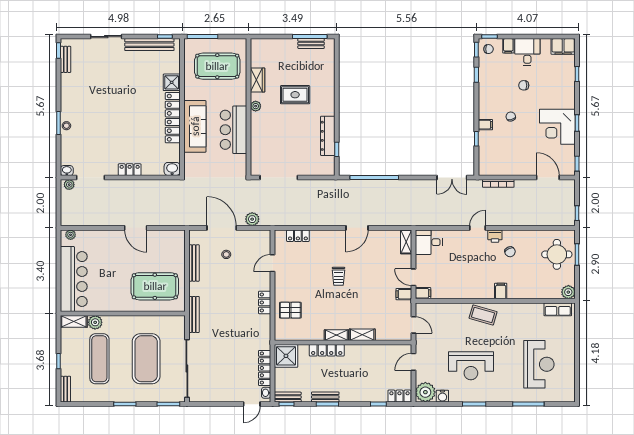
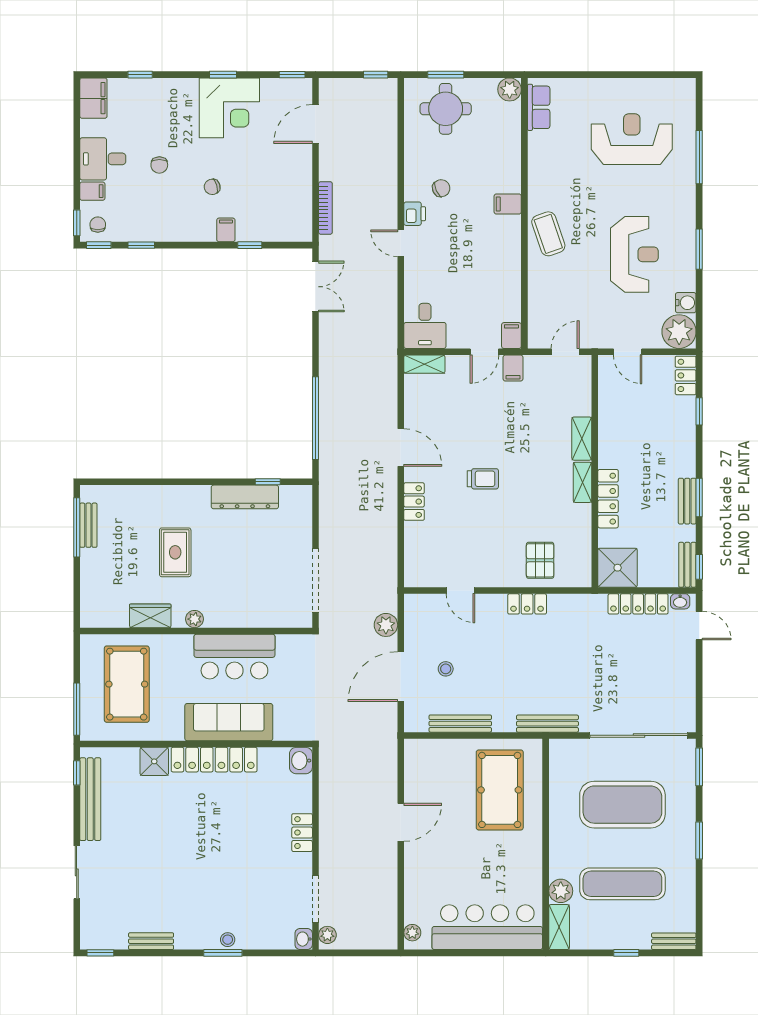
bench: (66, 59) -> (151, 941), moved
locker: (298, 236) -> (414, 502), moved
coffee table: (483, 315) -> (548, 234), turned -35

